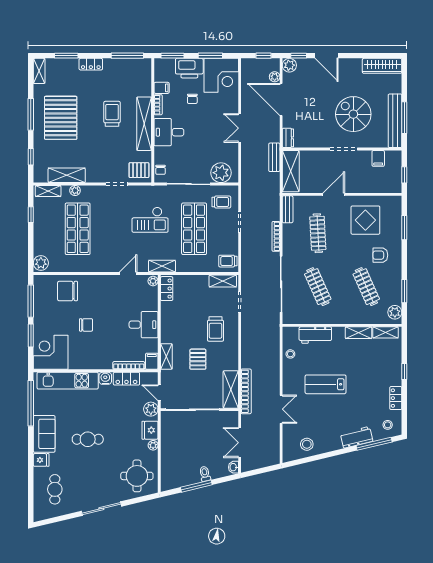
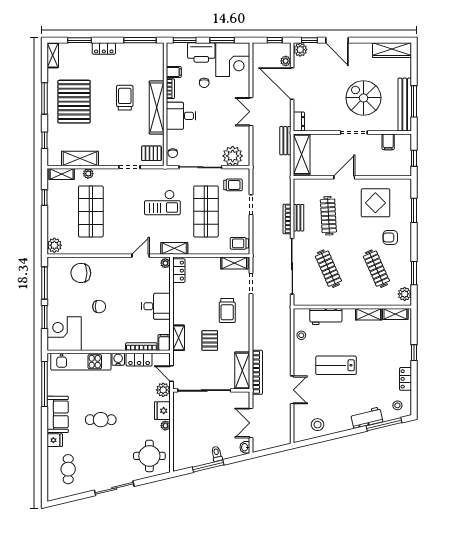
bench: (288, 209) -> (298, 218), moved

